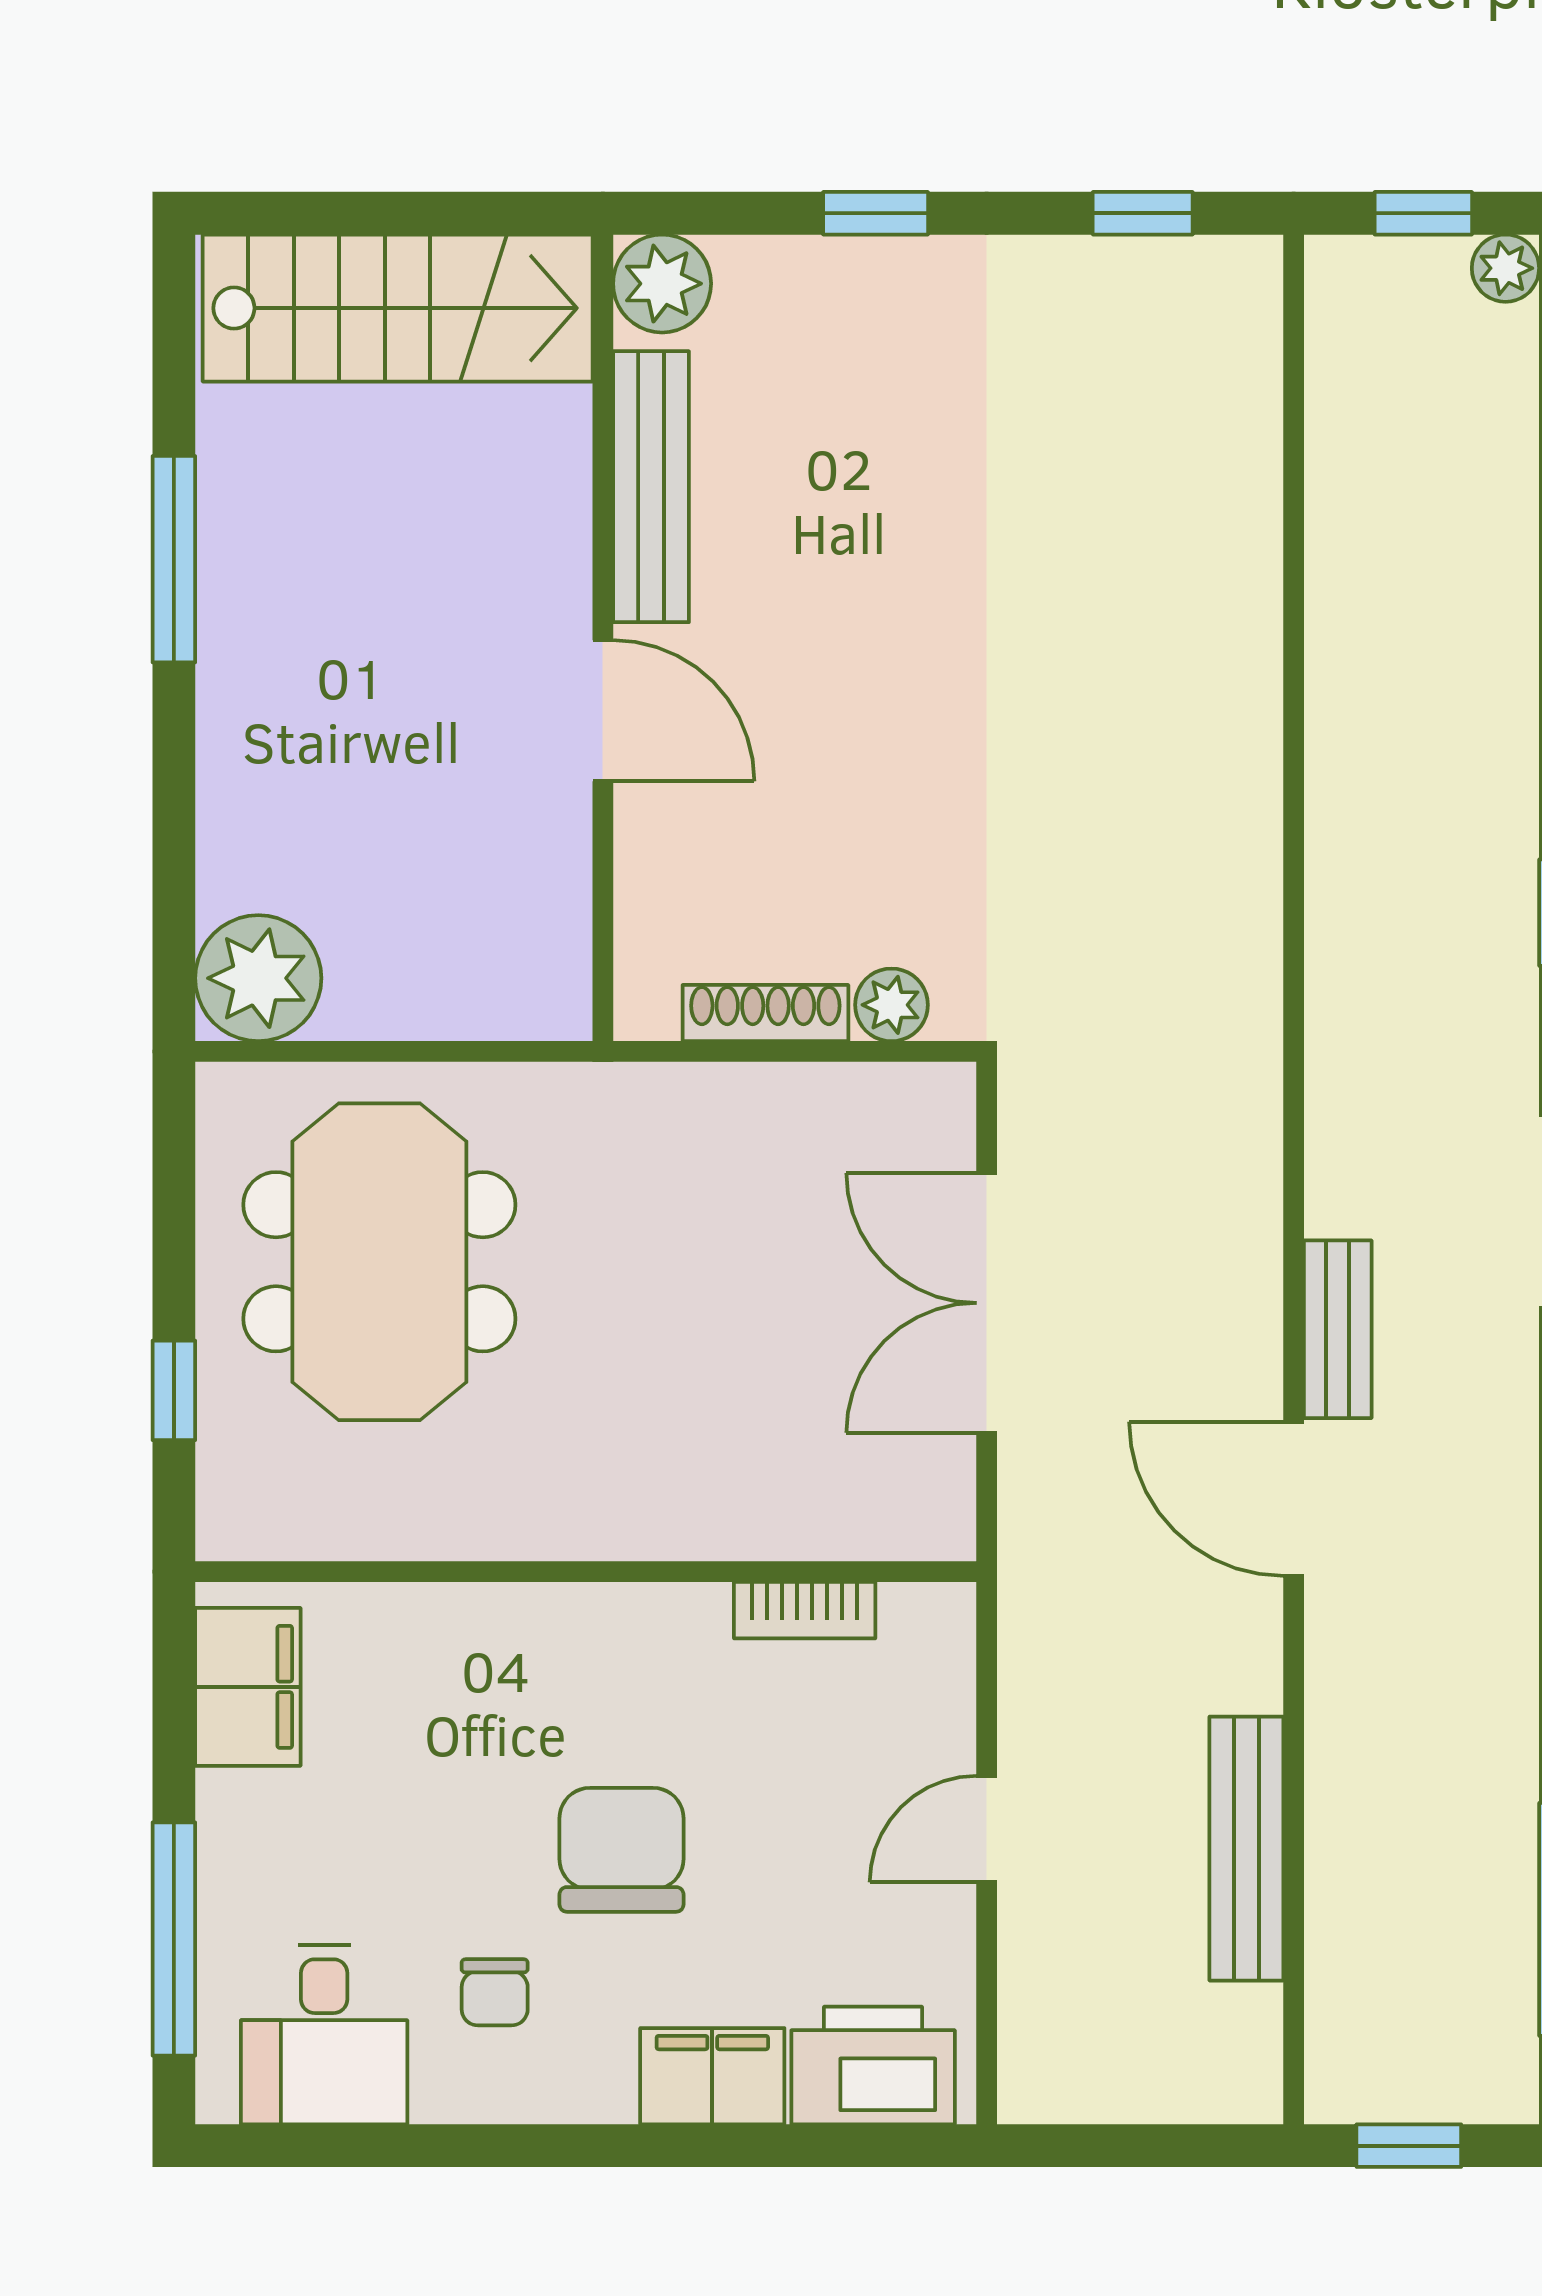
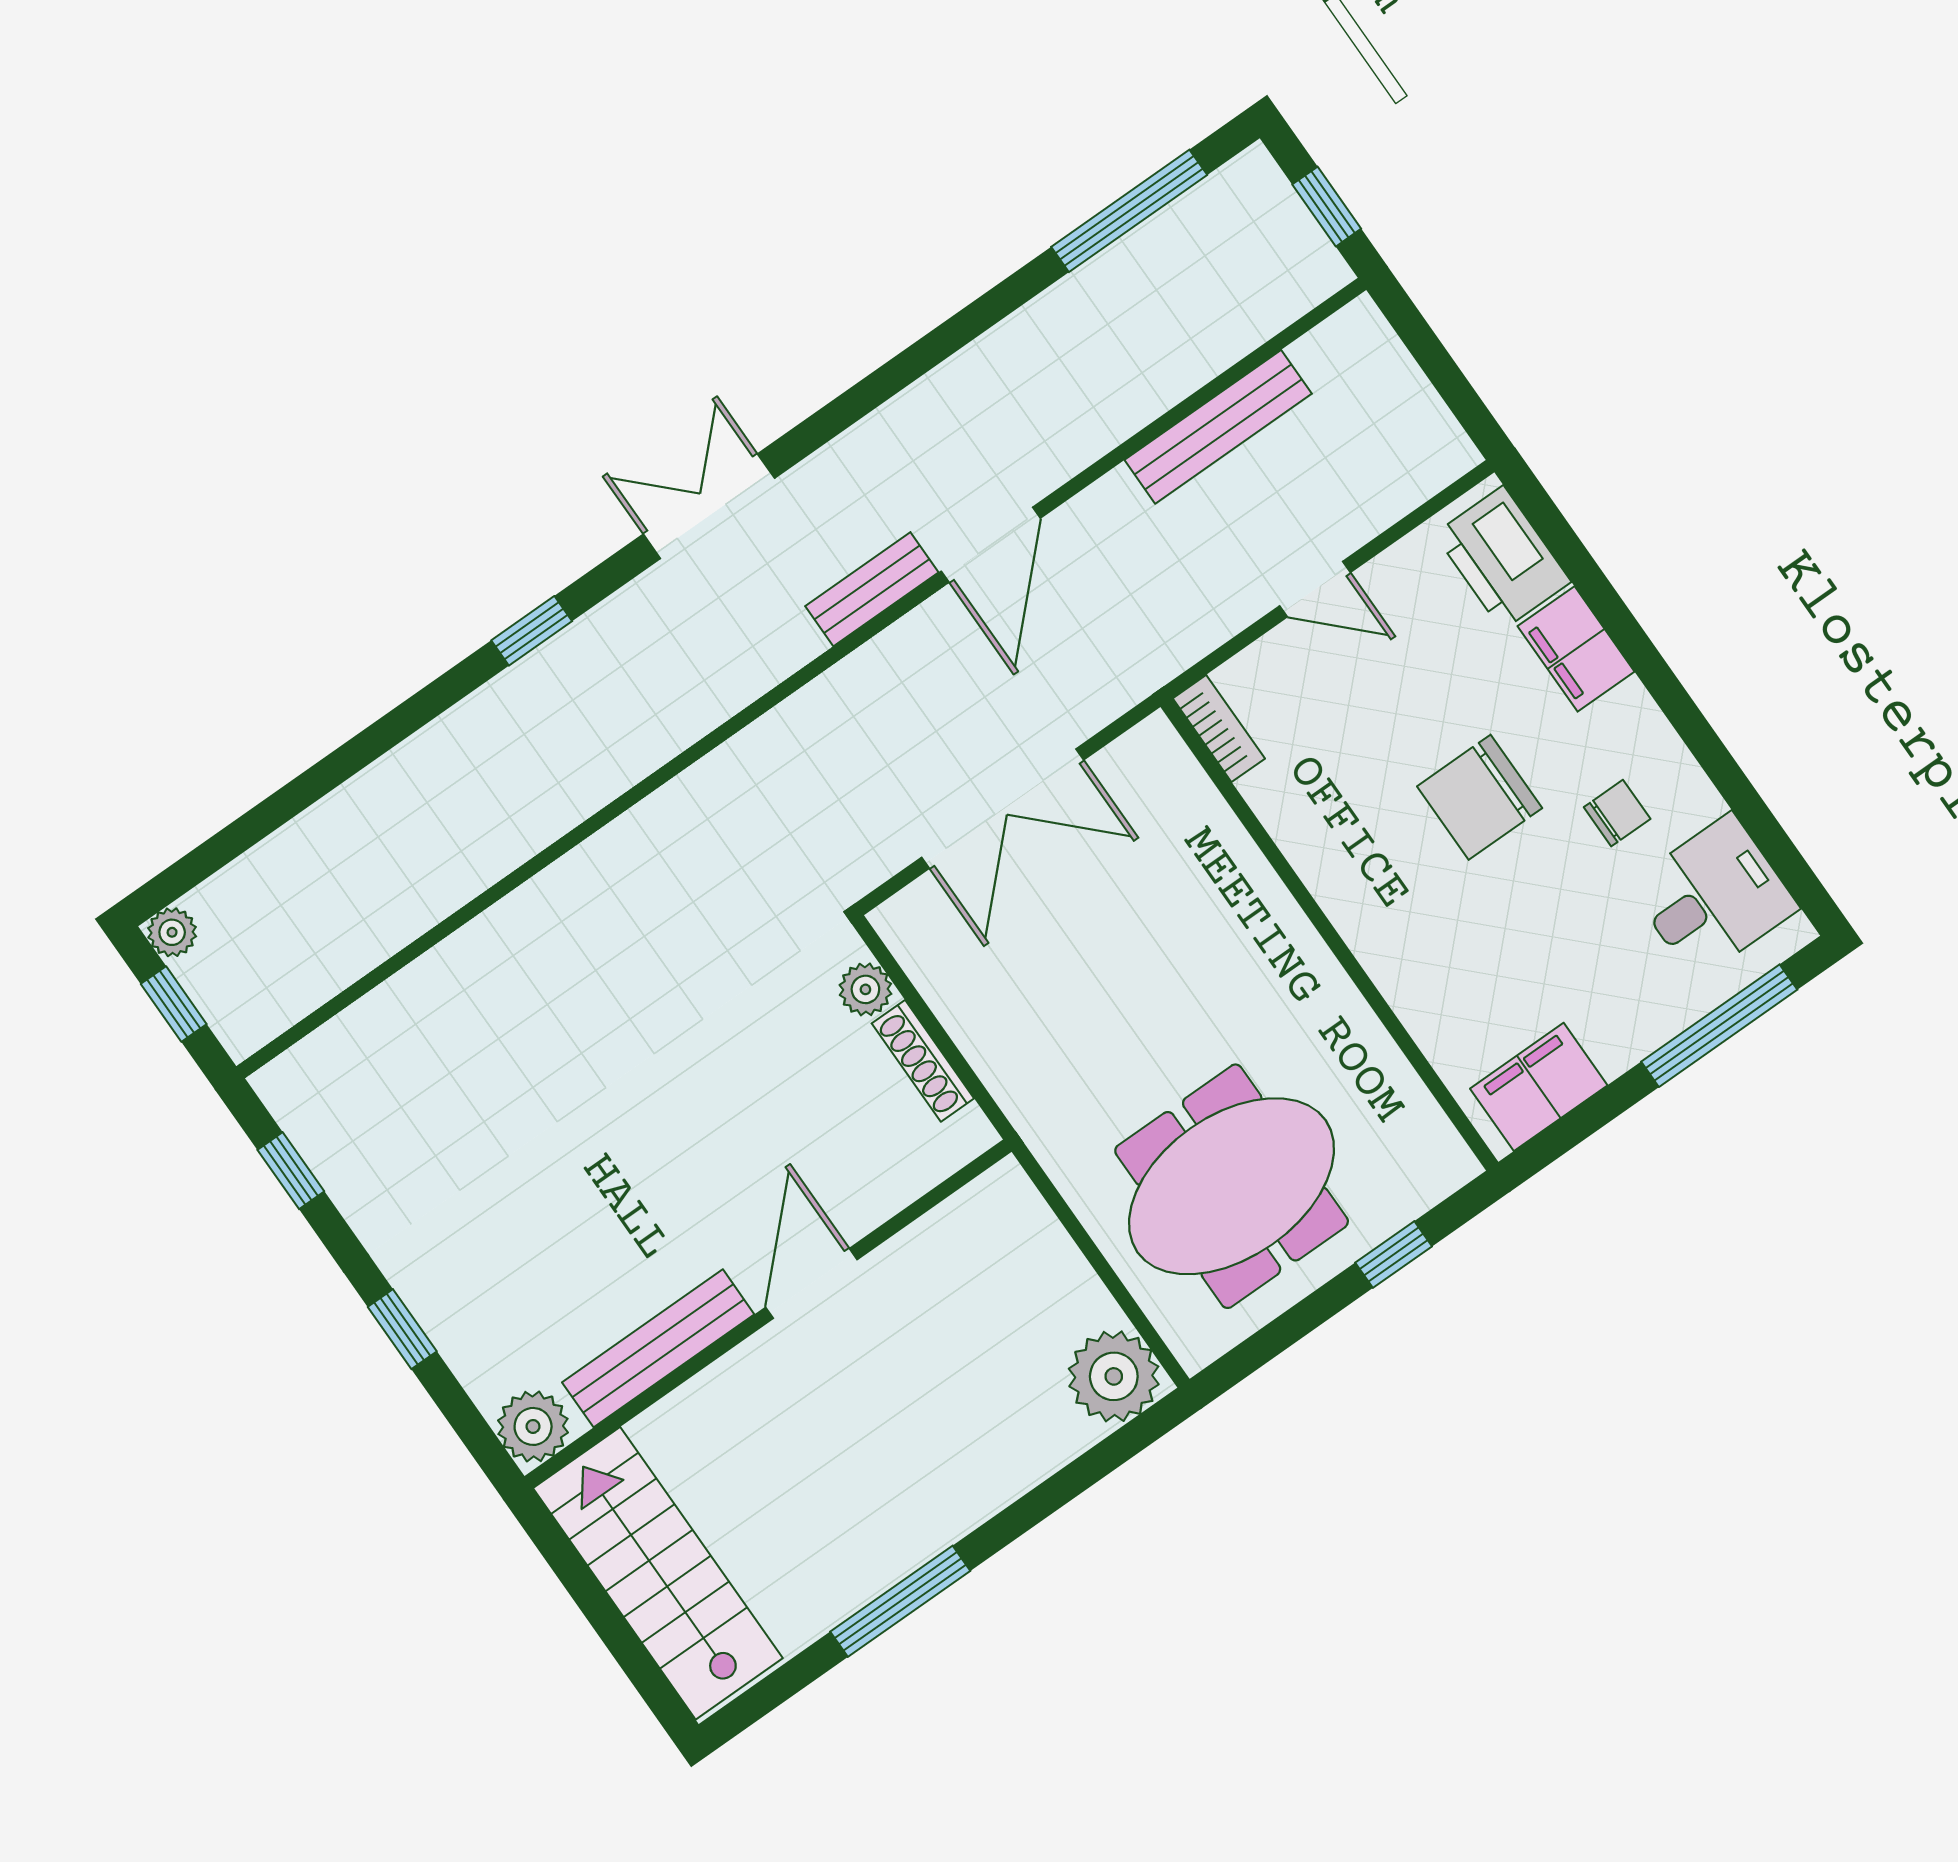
bookcase: (805, 1610) -> (1219, 728), moved

